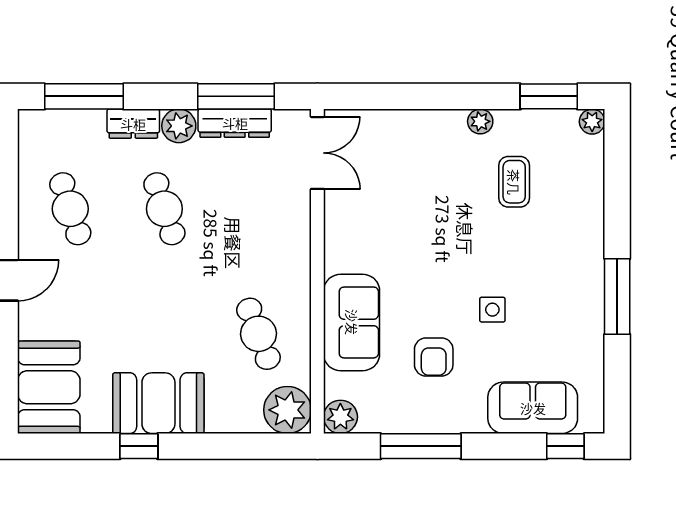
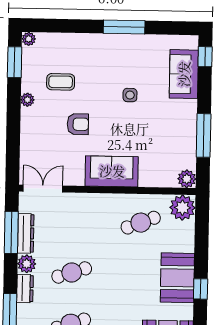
sofa: (352, 322) -> (112, 171), moved
armchair: (434, 357) -> (78, 124), moved

